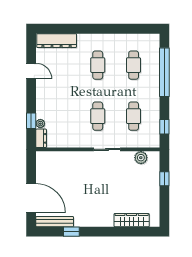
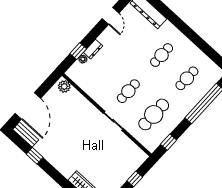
cafe table: (134, 116) -> (154, 114), width x1.37, depth x1.35
dresser: (41, 138) -> (93, 49), moved
plant: (141, 158) -> (64, 86), moved
bench: (55, 222) -> (26, 135), width x0.73

